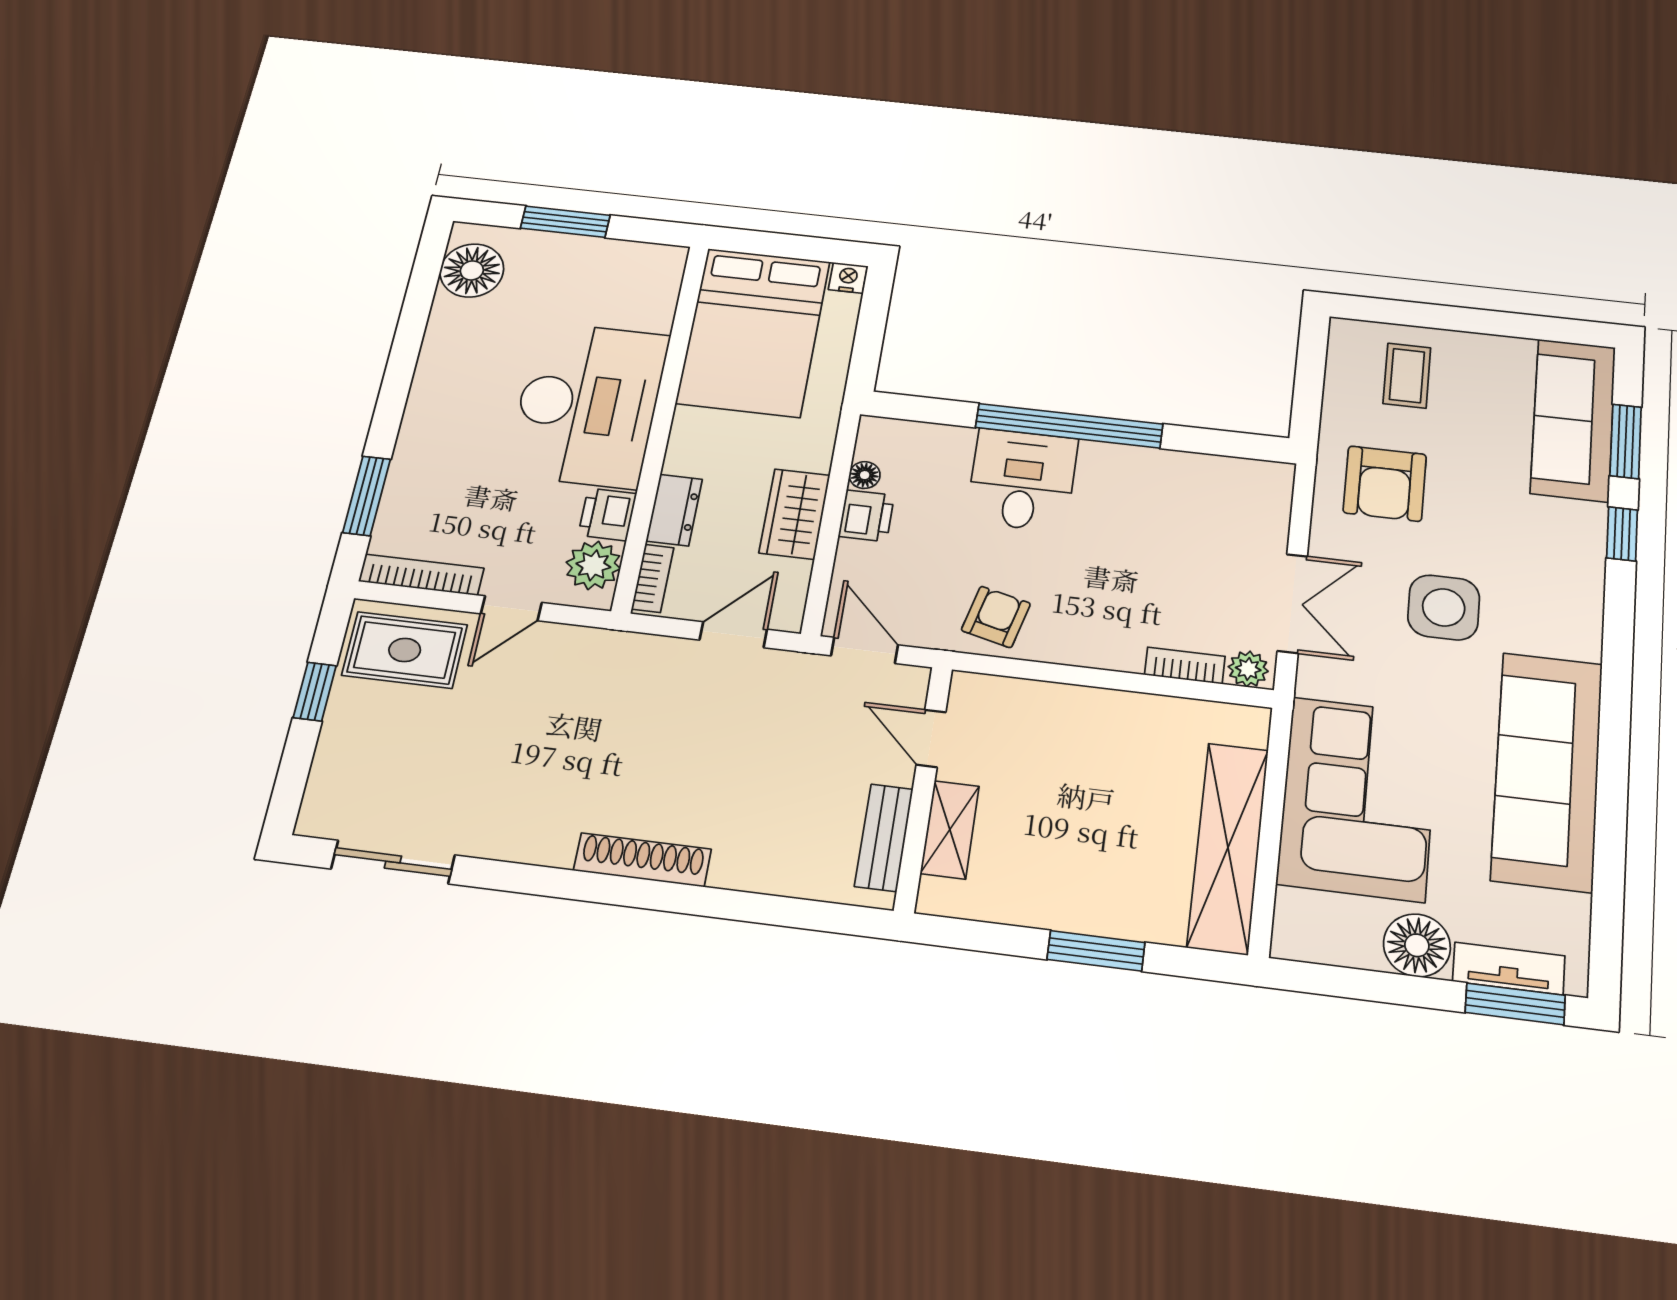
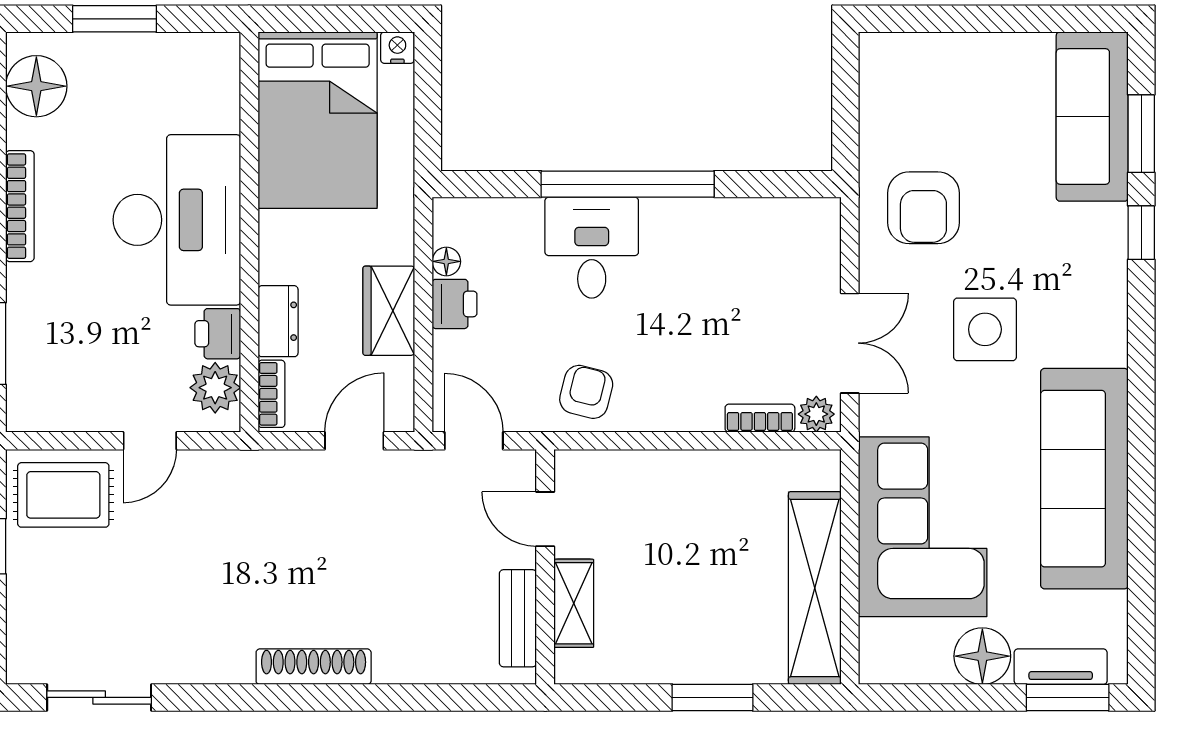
coffee table: (1407, 376) -> (936, 88), removed
bookcase: (421, 575) -> (20, 206), moved, turned 90

